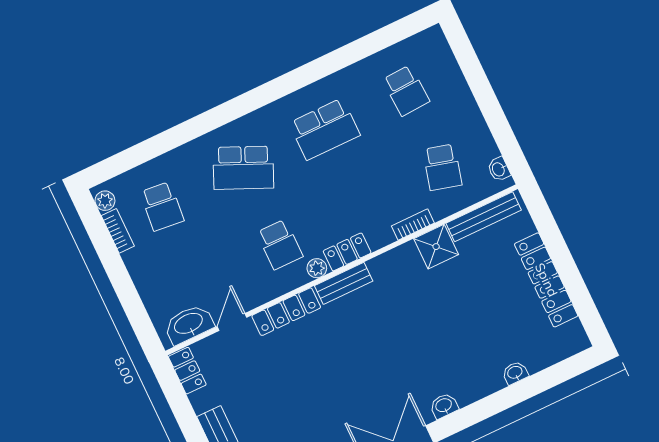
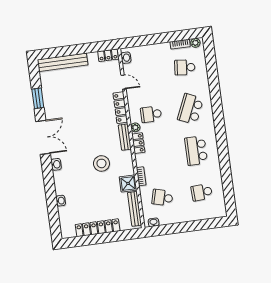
stool: (412, 314) -> (101, 163), added
washbasin: (189, 324) -> (126, 58), width x0.52, depth x0.69

